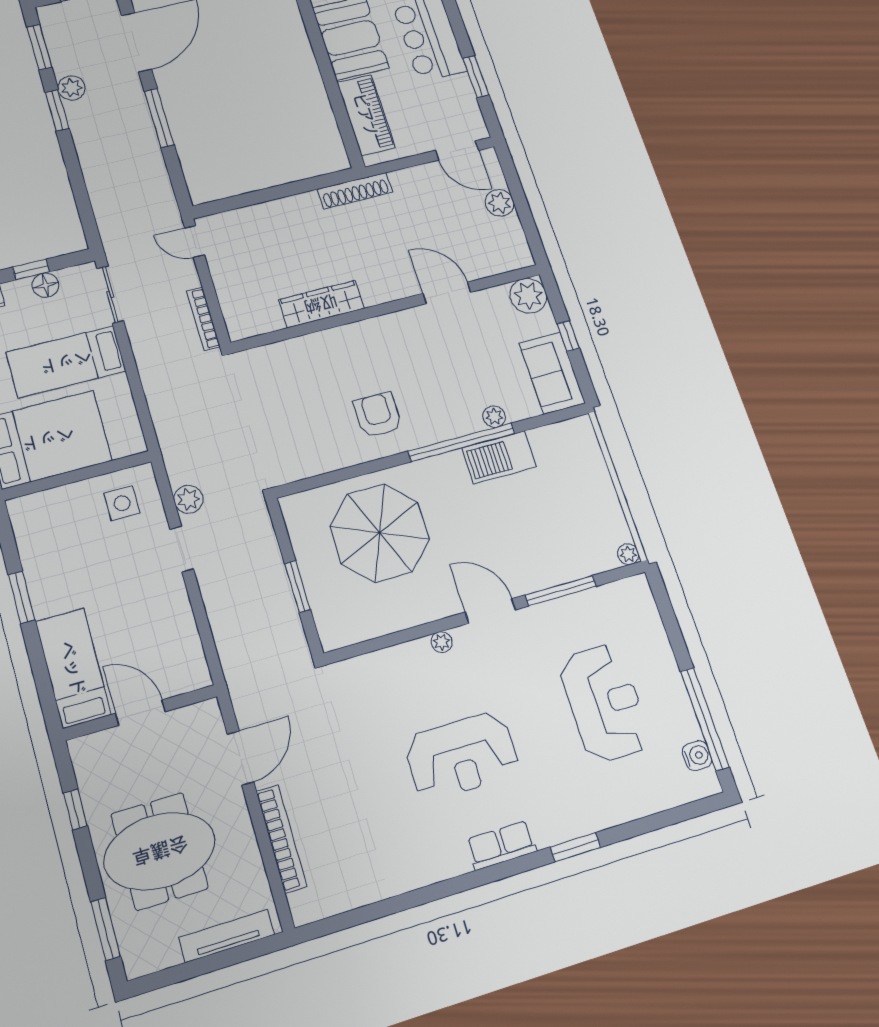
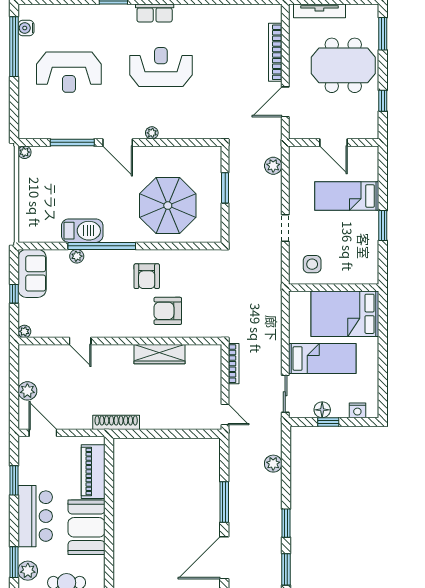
plant: (72, 88) -> (273, 464), moved
door: (447, 293) -> (80, 341), width x0.73
plant: (528, 296) -> (24, 331), width x0.53, depth x0.53
armchair: (329, 371) -> (168, 311), added
plant: (189, 499) -> (273, 166), moved
bed: (73, 668) -> (347, 196), moved, turned 90
reception desk: (605, 703) -> (69, 72), turned -90

